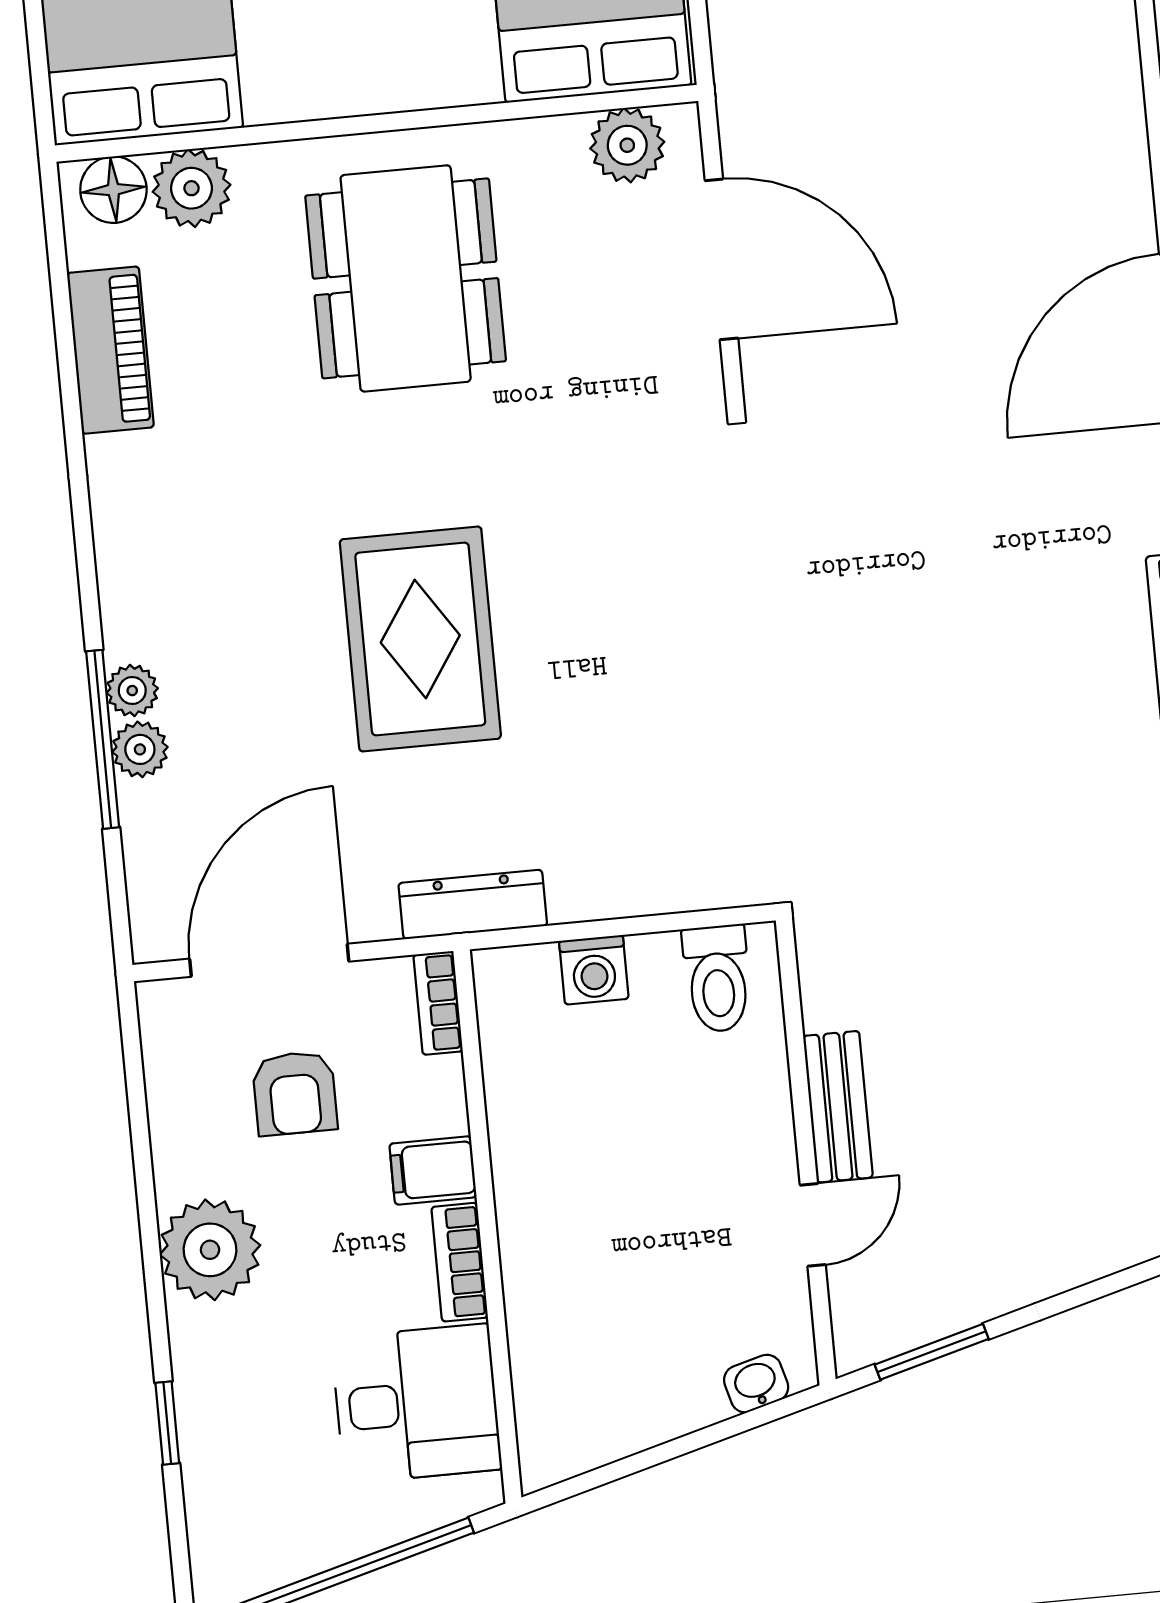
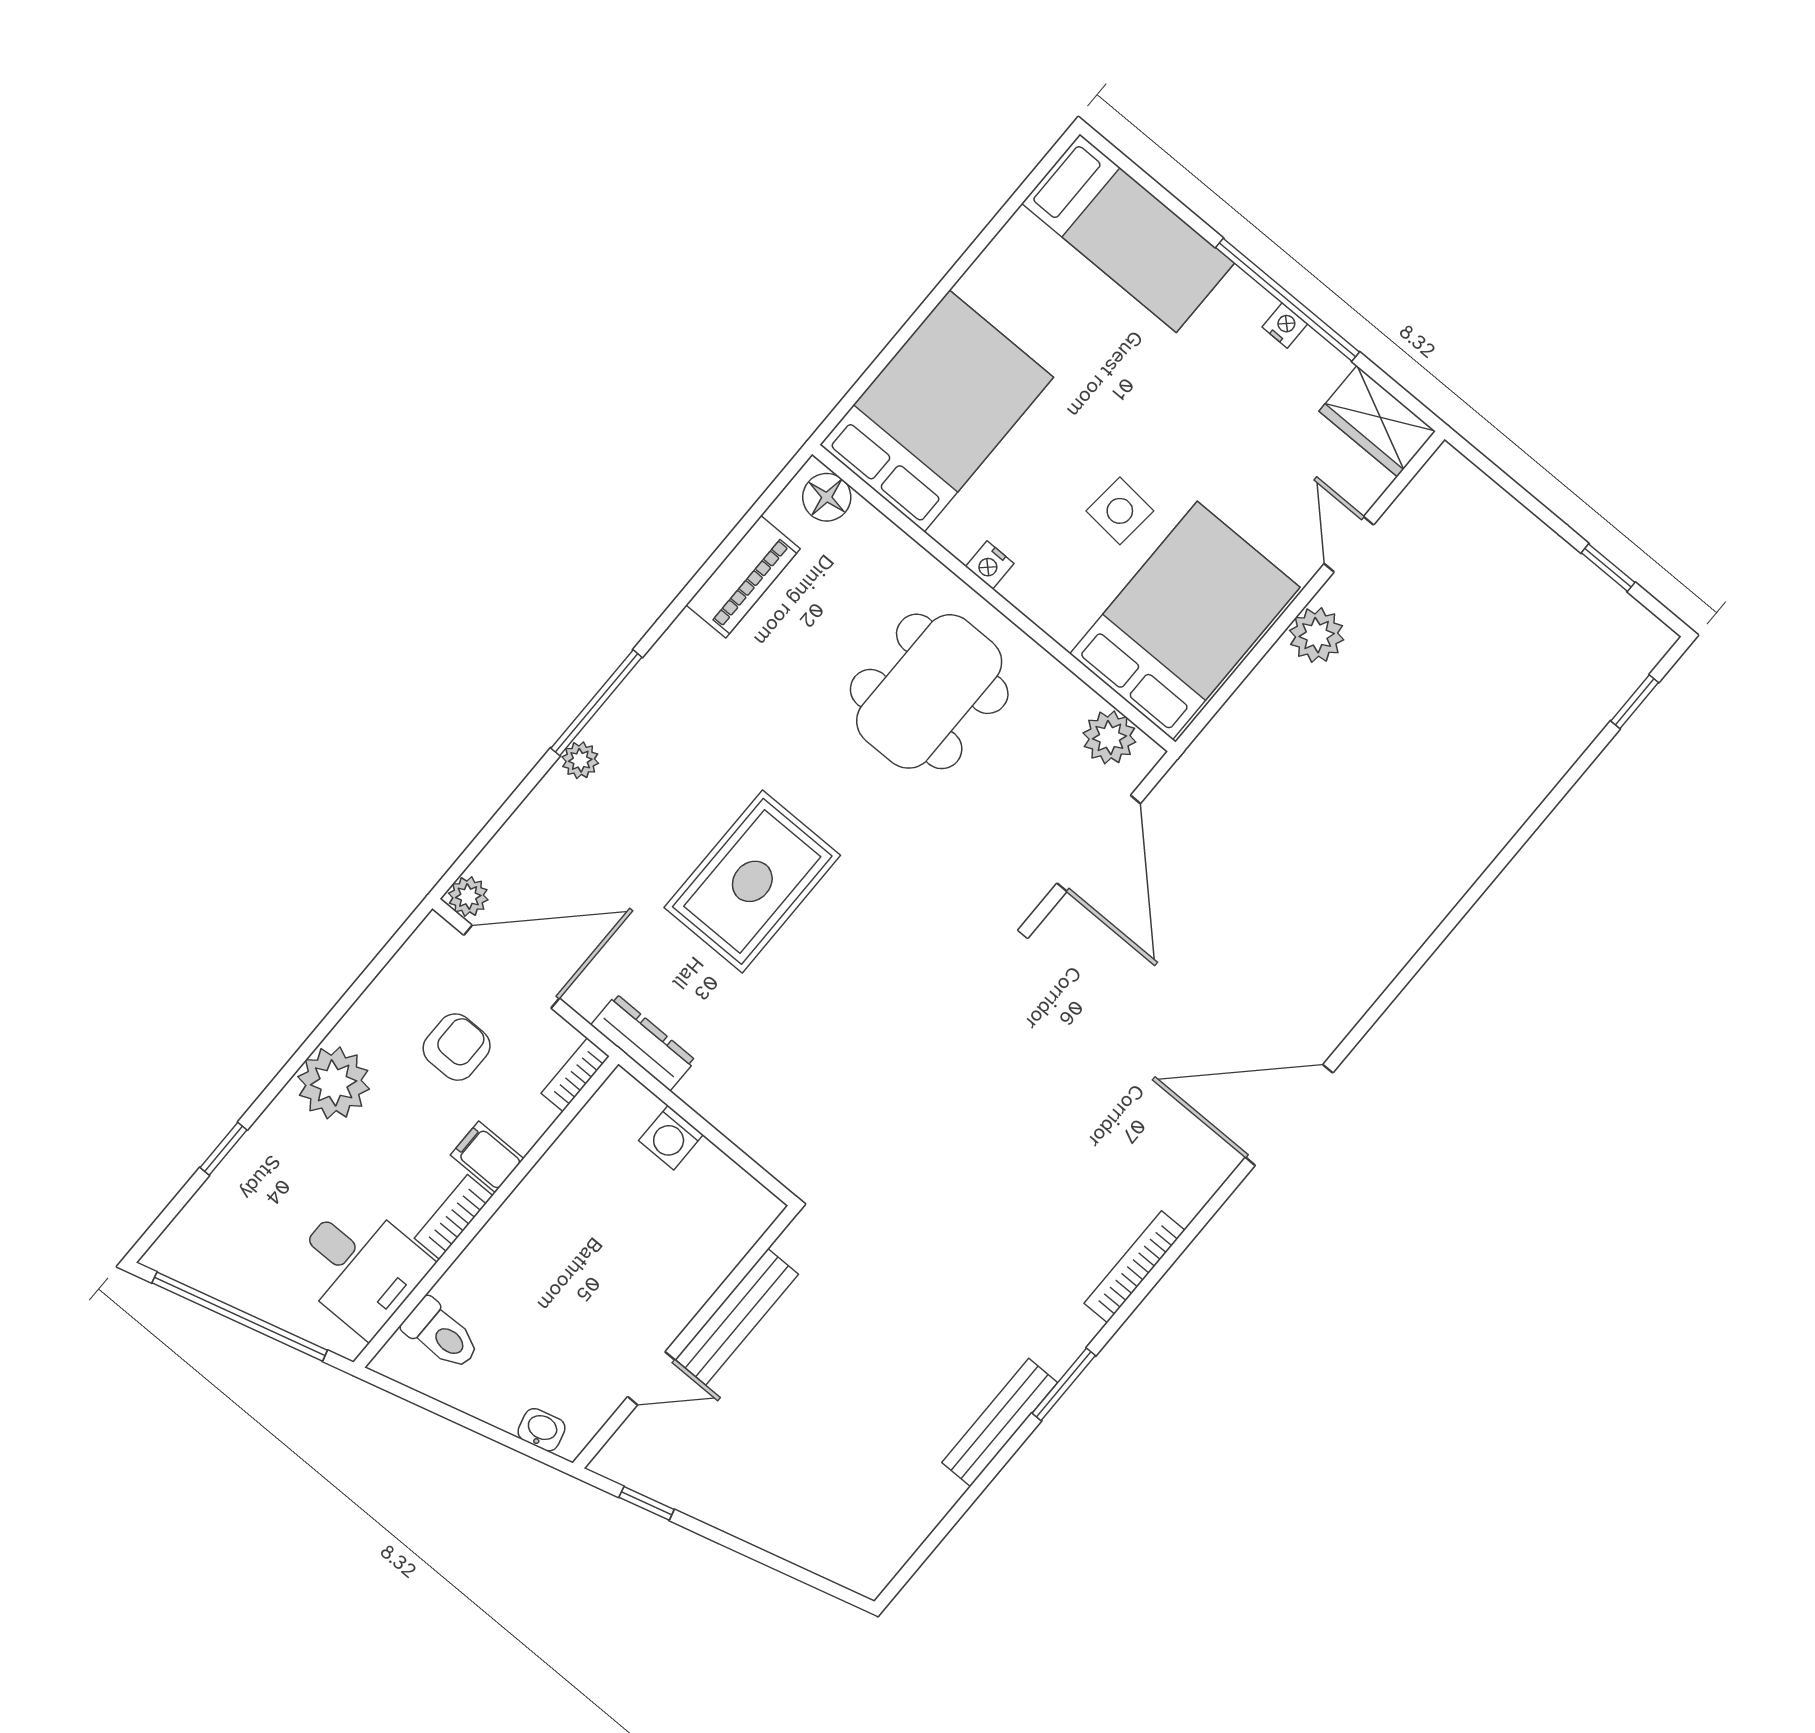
nightstand: (340, 95) -> (990, 565), added
plant: (192, 188) -> (867, 536), removed
window: (103, 739) -> (596, 703), moved
plant: (140, 749) -> (468, 896), moved
toilet: (717, 979) -> (441, 1334), moved, turned -90
armchair: (295, 1093) -> (457, 1047), turned 180
bench: (838, 1107) -> (737, 1317), width x1.36
window: (932, 1352) -> (647, 1503), width x0.67

